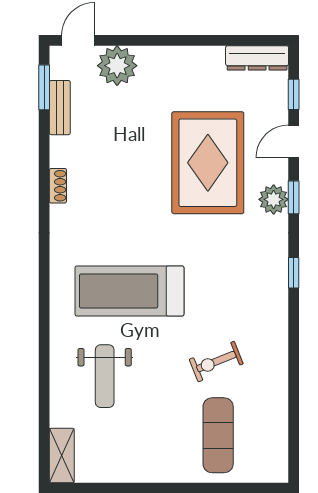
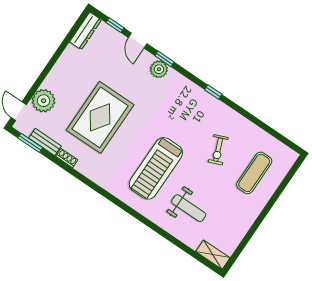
rug: (208, 163) -> (100, 117), moved, turned 90
shoe rack: (58, 186) -> (67, 158), moved
window: (294, 273) -> (213, 92), moved
exercise mat: (218, 435) -> (254, 173), turned 90

